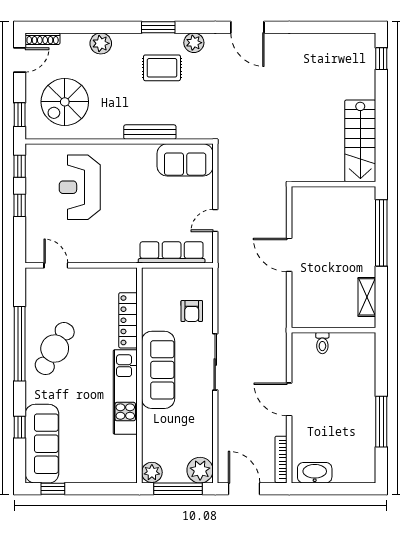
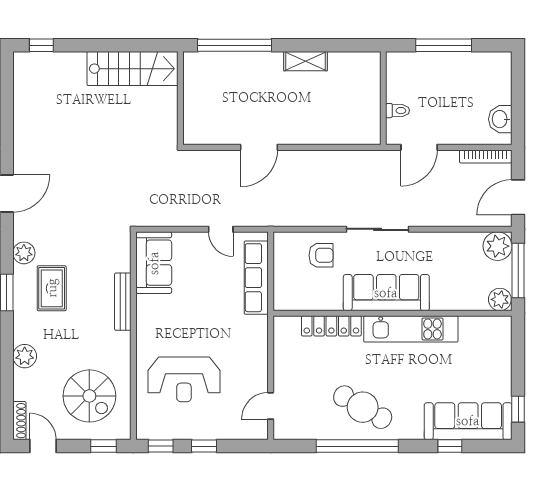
wall: (334, 330) -> (383, 98), moved
toilet: (322, 343) -> (398, 111), moved
washbasin: (315, 473) -> (500, 119), width x0.72

